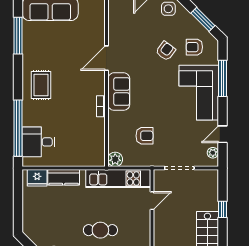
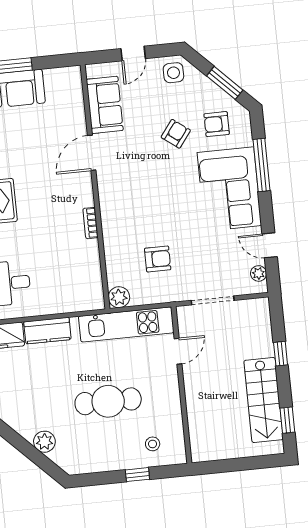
sofa: (119, 92) -> (105, 105), moved
door: (222, 134) -> (270, 245), hinge flipped
cafe table: (100, 230) -> (108, 401), width x1.37, depth x1.35

